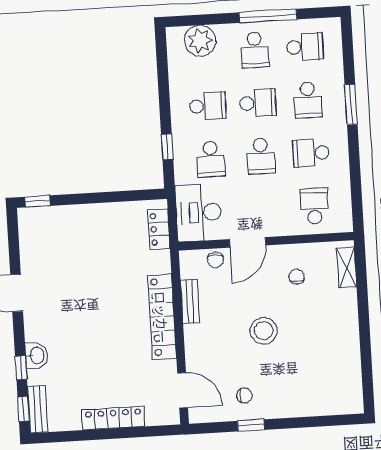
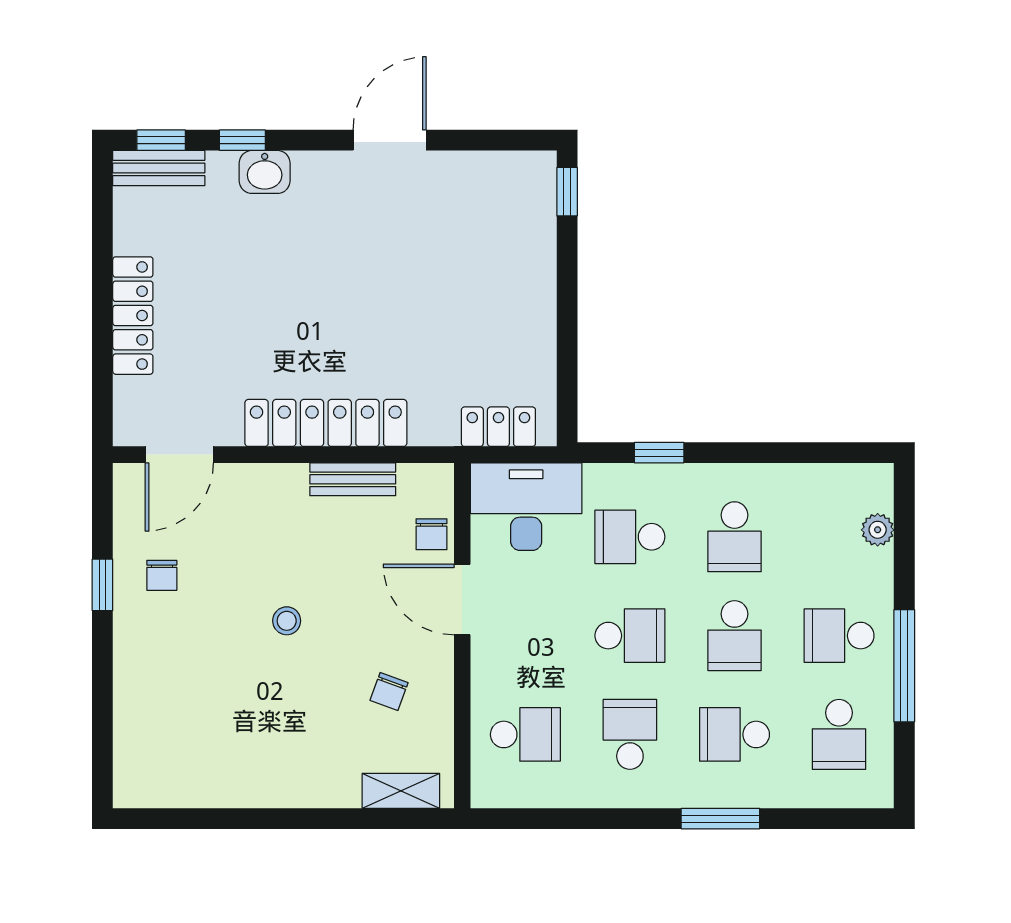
plant: (200, 41) -> (878, 530), width x0.53, depth x0.53
school desk: (261, 156) -> (630, 636), turned 180
chair: (215, 260) -> (432, 534), turned -90
chair: (297, 277) -> (389, 691), turned 110
stool: (264, 331) -> (287, 621), width x0.53, depth x0.53

